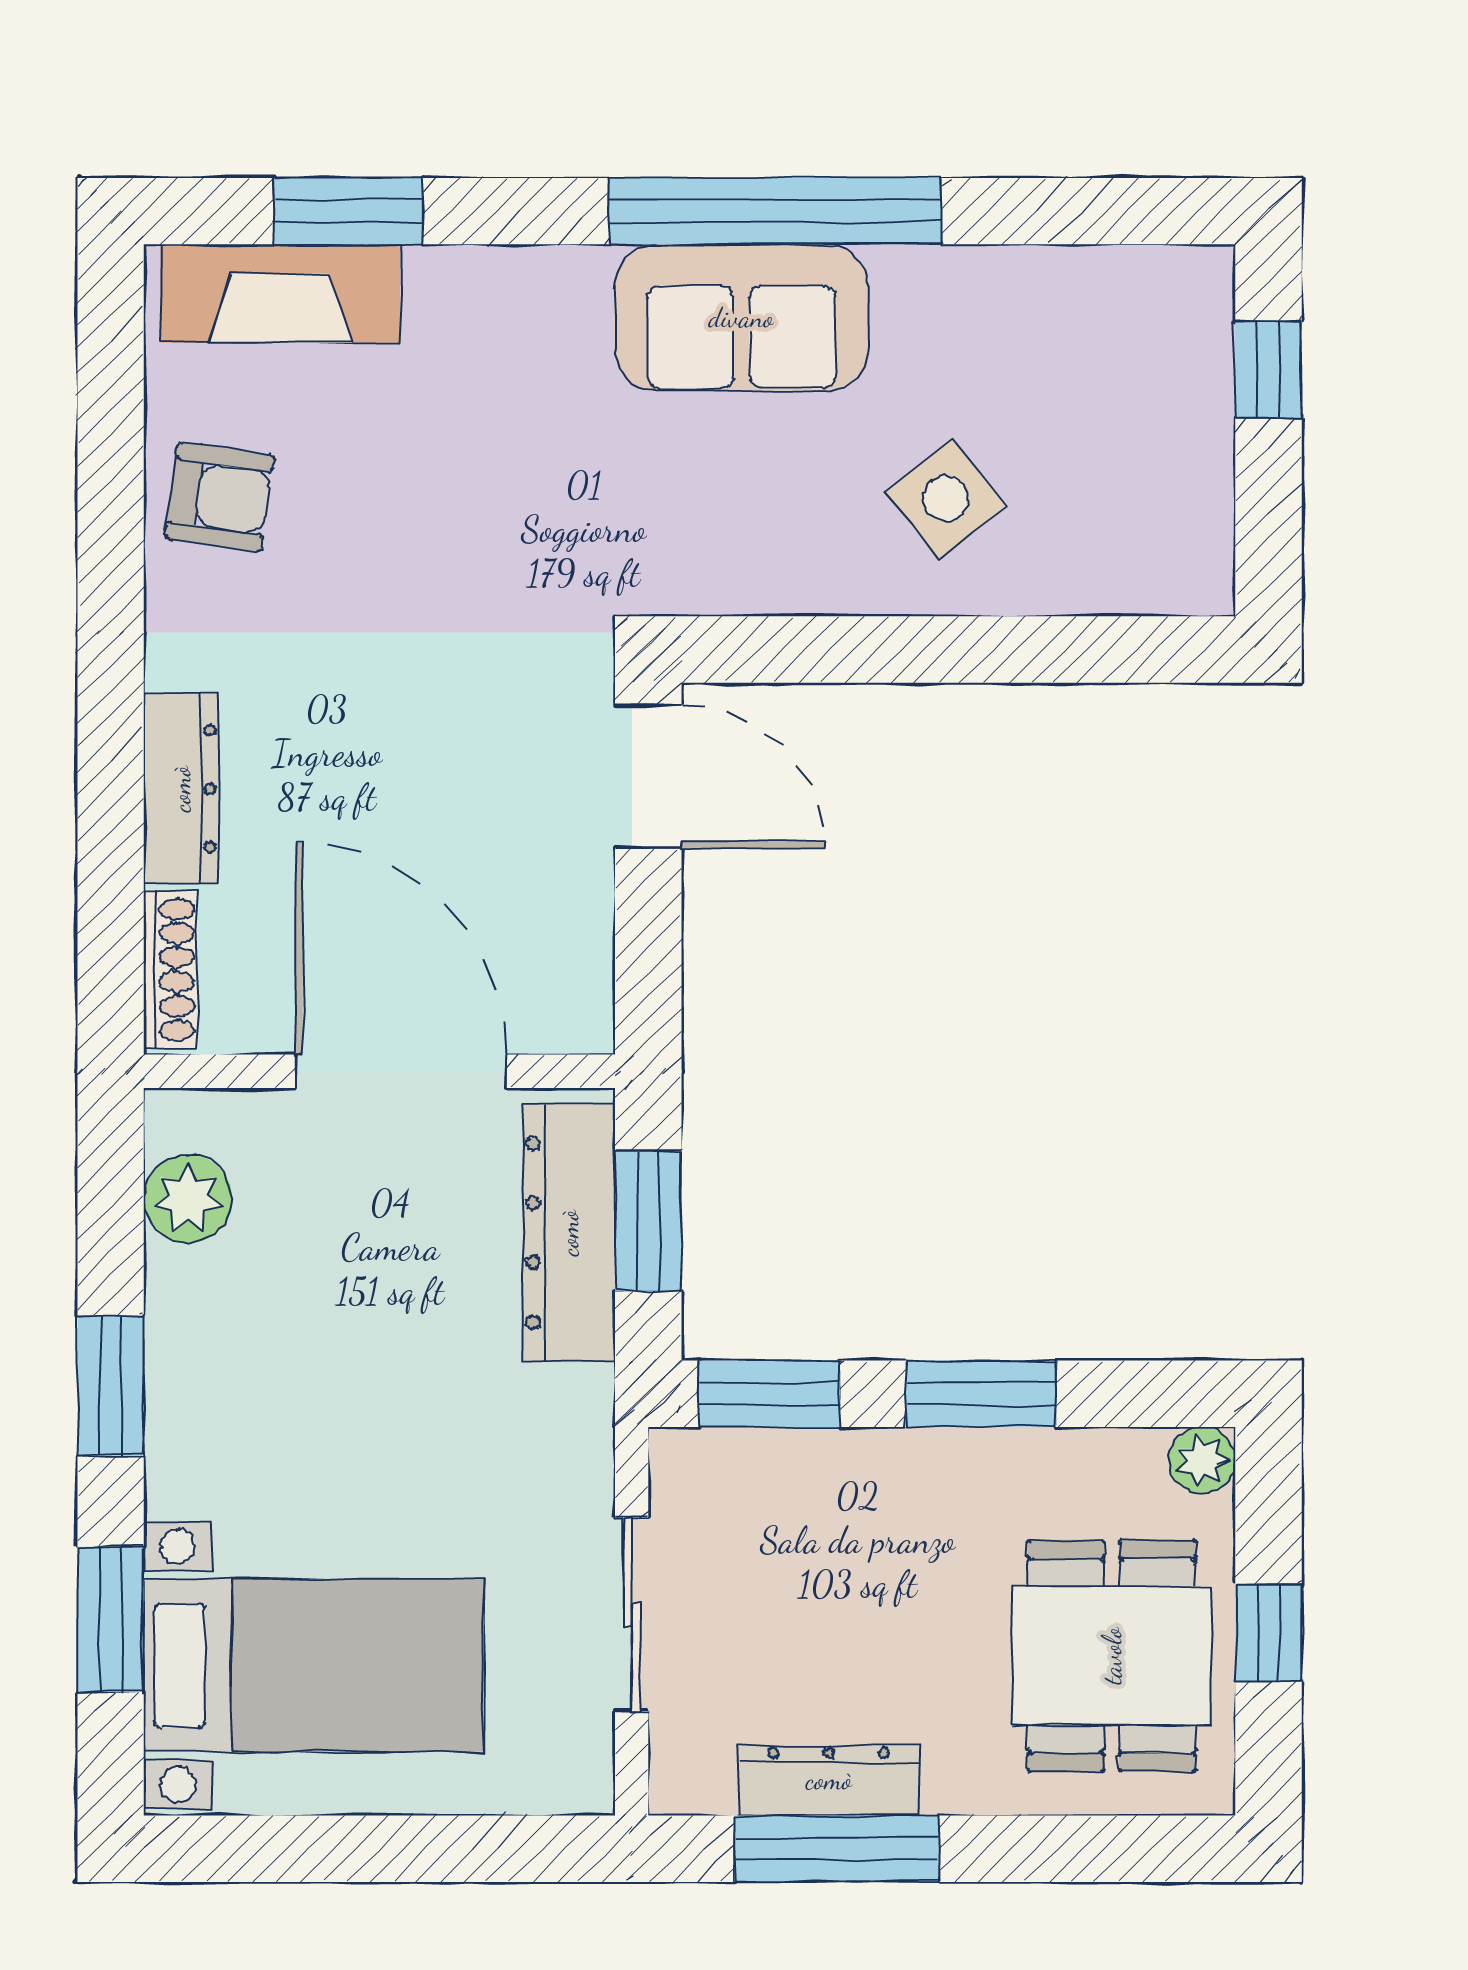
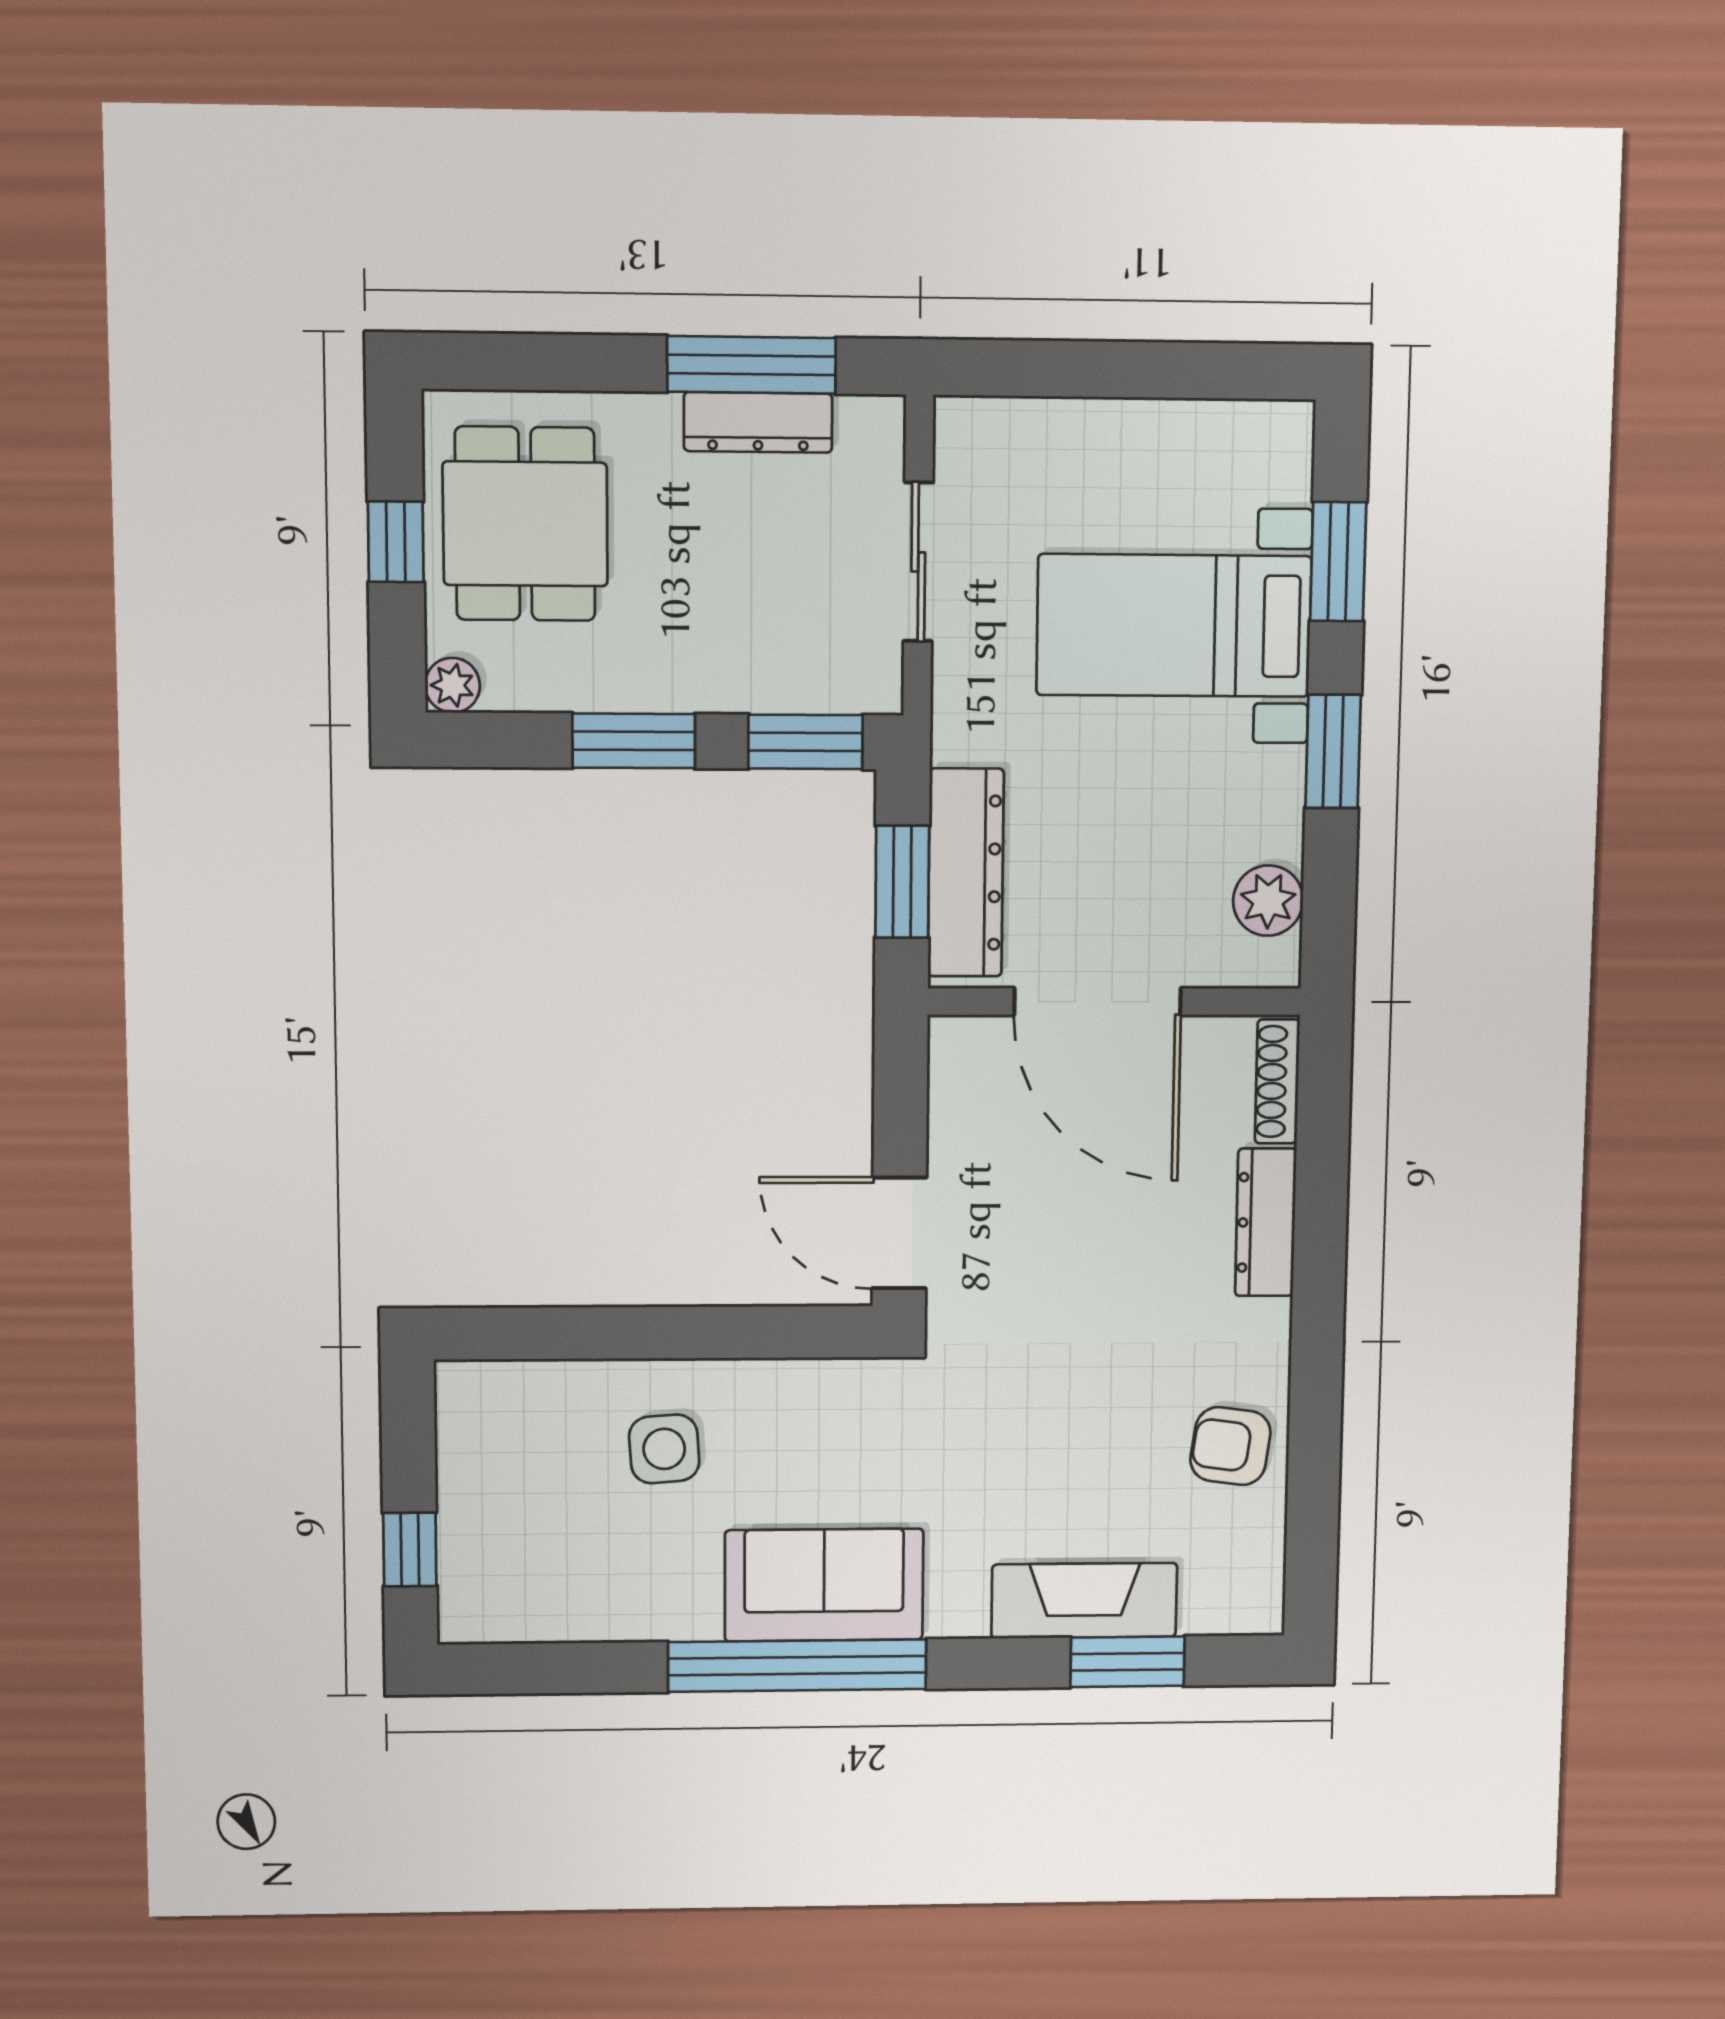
fireplace: (280, 293) -> (1084, 1601), moved
side table: (946, 499) -> (664, 1449), turned 35
bed with nightstands: (314, 1665) -> (1174, 626), moved

